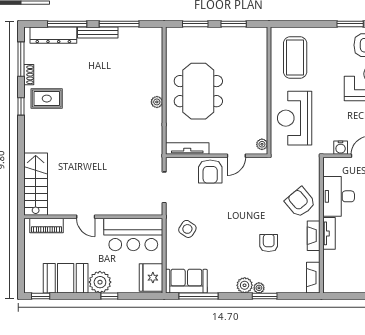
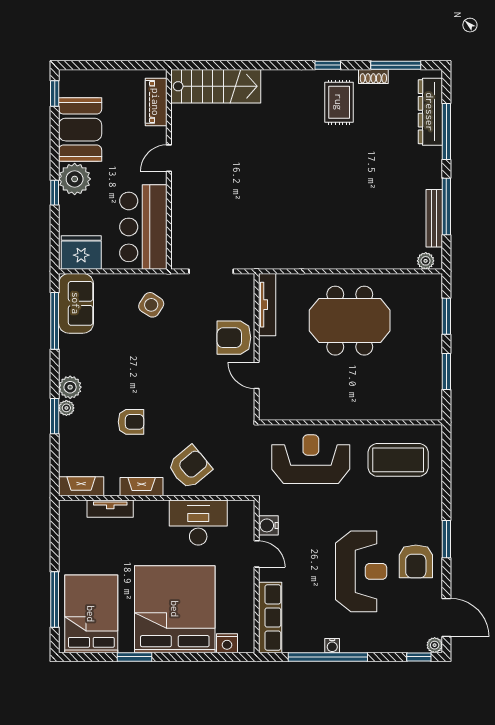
bench: (98, 32) -> (434, 218), moved
plant: (157, 102) -> (426, 261), moved
plant: (262, 144) -> (273, 412), removed
tv unit: (329, 233) -> (110, 509), moved

